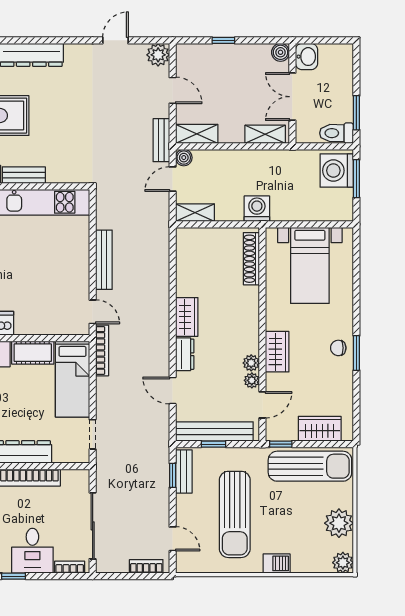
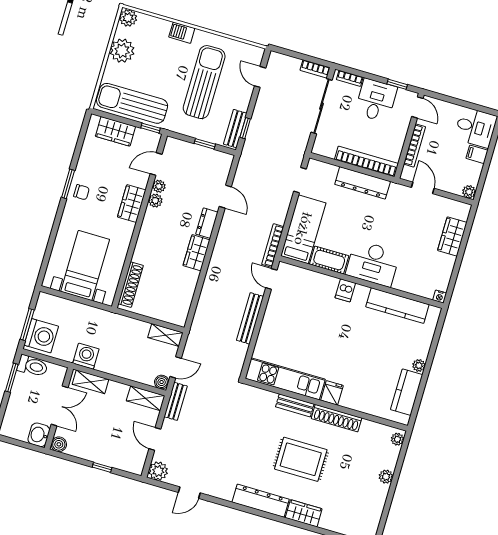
washing machine: (257, 209) -> (86, 356), moved, turned 180
bench: (214, 431) -> (201, 154), removed
bookcase: (146, 566) -> (315, 69), moved

